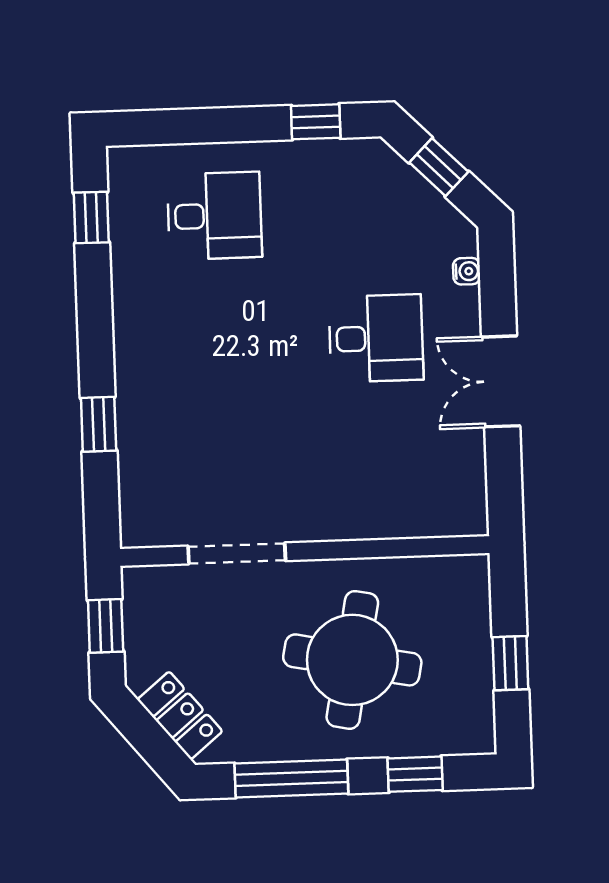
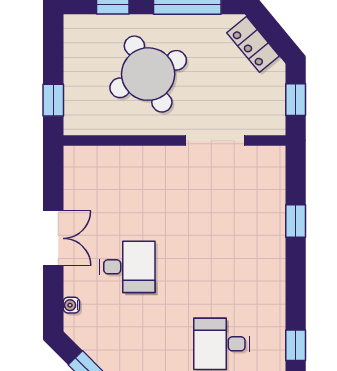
desk: (376, 338) -> (127, 267), turned 180
round table: (352, 660) -> (148, 74), turned -37
window: (510, 663) -> (53, 100), moved

